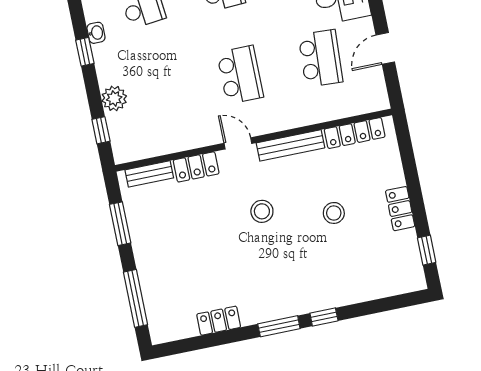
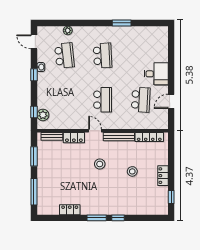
plant: (114, 98) -> (43, 115), moved

